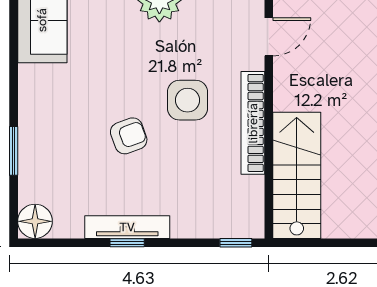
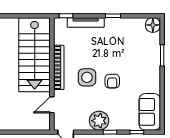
armchair: (129, 136) -> (112, 81), moved, turned -70
stairs: (297, 175) -> (35, 55), width x1.36, depth x1.51
tv unit: (127, 227) -> (86, 23), moved

